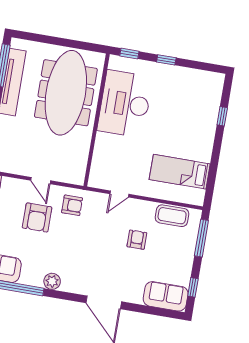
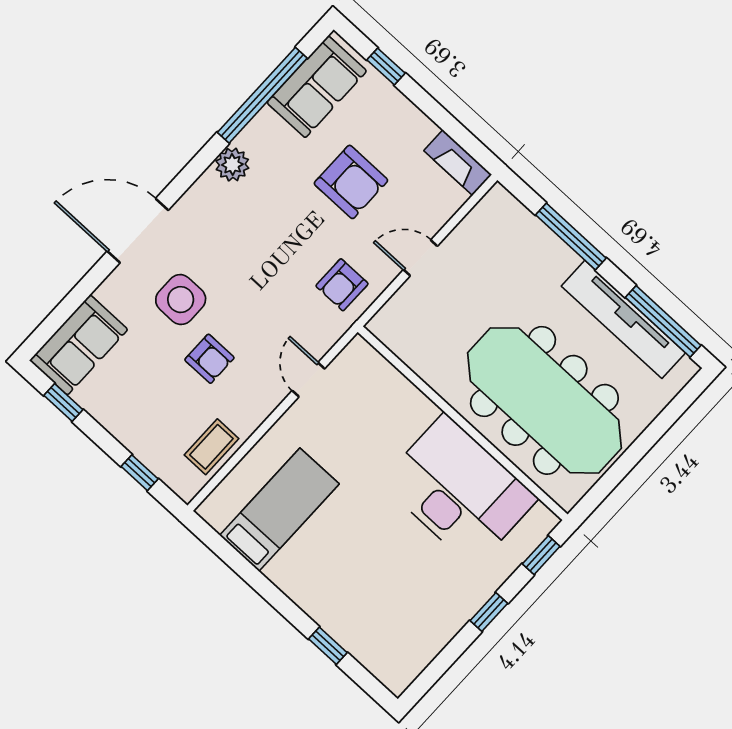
coffee table: (172, 216) -> (211, 447), width x0.73, depth x0.77
armchair: (37, 217) -> (351, 182), moved, turned 180
window: (201, 238) -> (140, 473), width x0.46
side table: (120, 267) -> (181, 300), added

